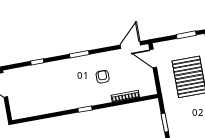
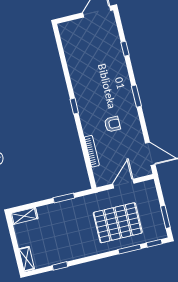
door: (153, 59) -> (123, 184), moved

